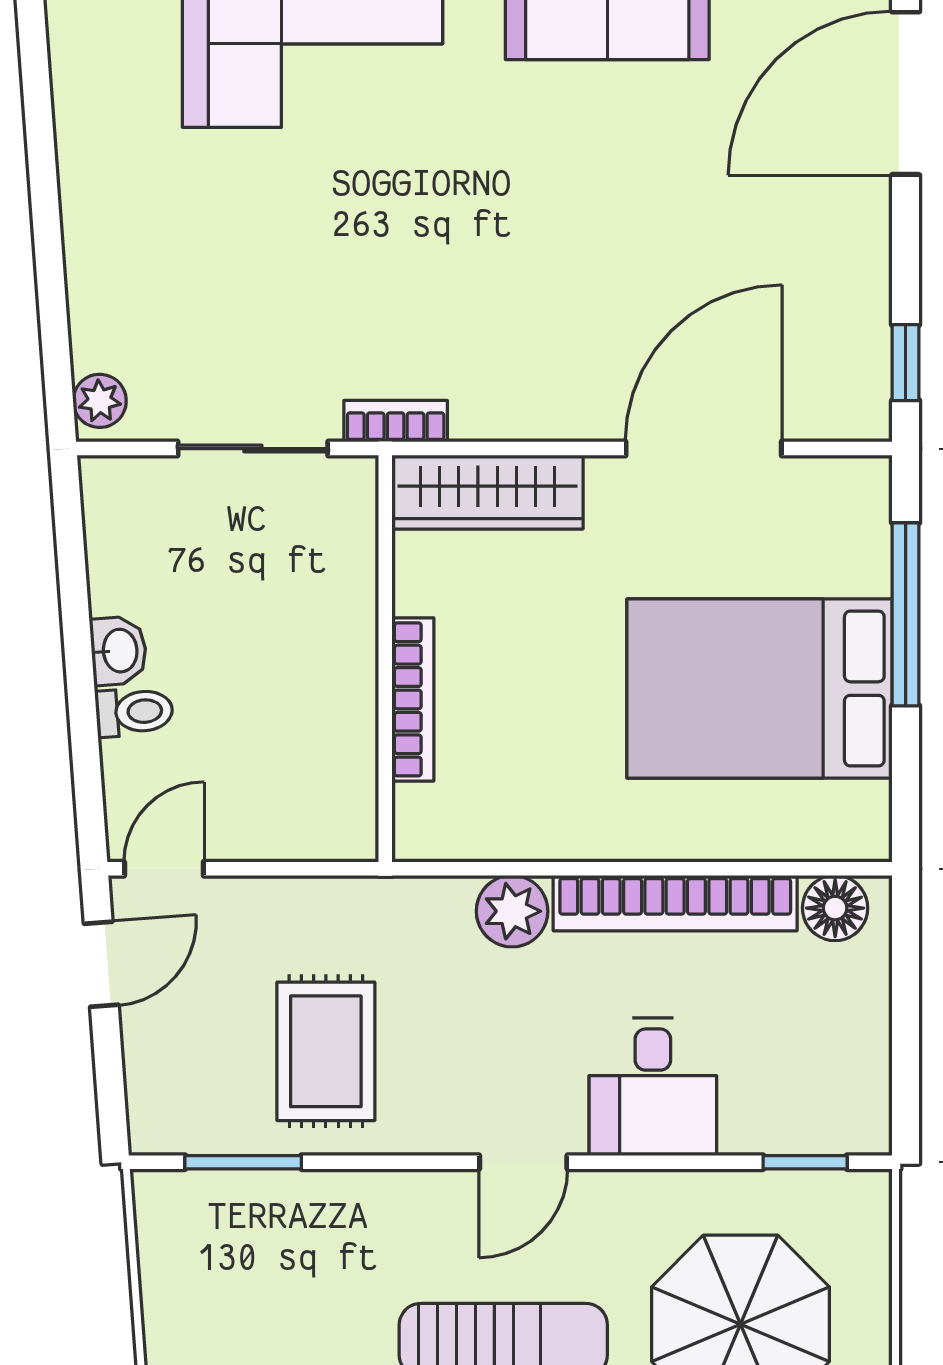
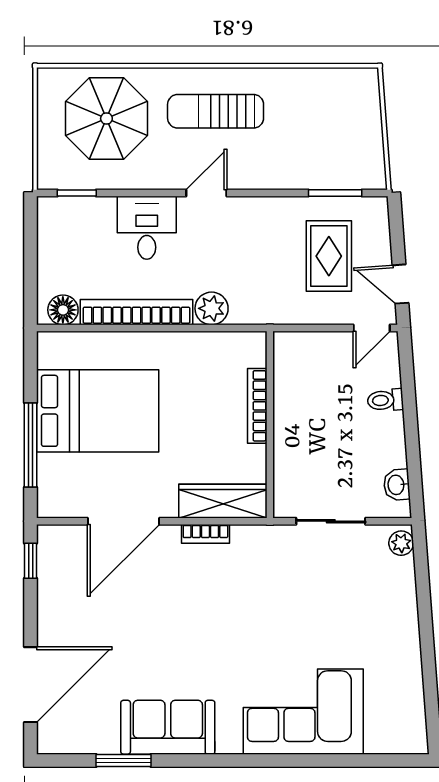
bookcase: (396, 421) -> (205, 534), moved
washbasin: (119, 651) -> (397, 485), moved
door: (101, 964) -> (400, 284), hinge flipped
rug: (326, 1051) -> (329, 256), moved

